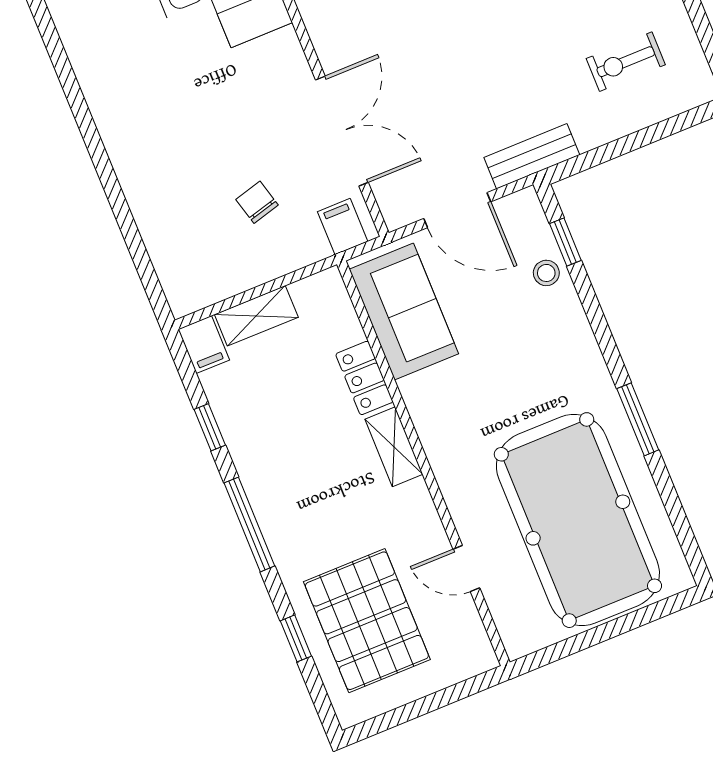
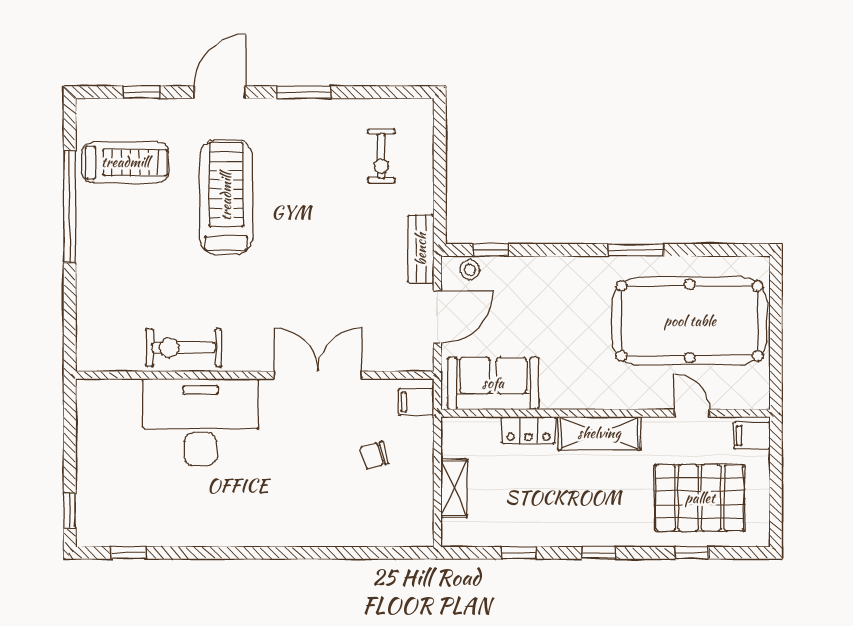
double door: (342, 131) -> (318, 375), moved
stool: (546, 273) -> (470, 270), moved
filing cabinet: (204, 345) -> (752, 436), moved, turned 180
shelving: (394, 447) -> (599, 433), width x1.50, depth x1.33
window: (249, 524) -> (599, 553), width x0.46
door: (466, 568) -> (692, 413), swing flipped

